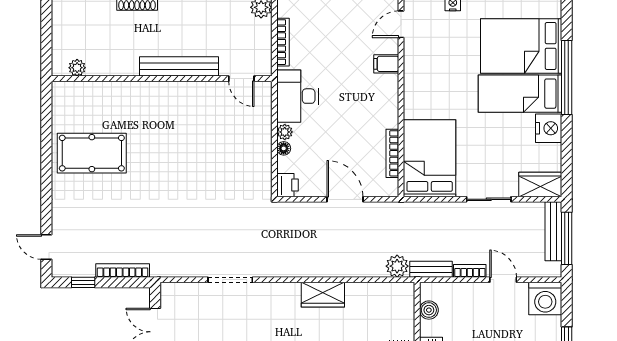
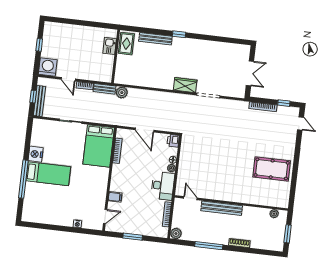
window: (46, 32) -> (288, 234), added
bed: (521, 46) -> (45, 198), removed
wardrobe: (540, 185) -> (43, 126), removed
window: (567, 238) -> (33, 97), width x0.46
wardrobe: (323, 295) -> (185, 85), moved
boiler: (429, 310) -> (108, 68), removed

